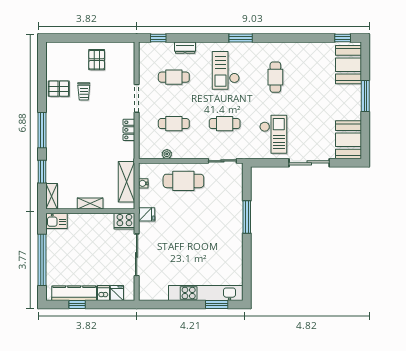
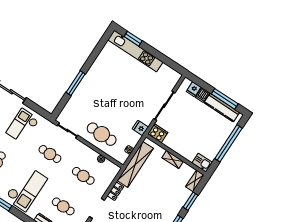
checkout: (226, 70) -> (26, 188), width x1.36, depth x1.21
shelving: (127, 182) -> (135, 164), width x1.47
window: (77, 305) -> (225, 99), width x2.17

